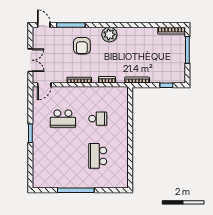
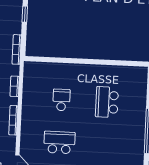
school desk: (63, 119) -> (59, 142), turned -90
school desk: (98, 156) -> (107, 102), turned 90

